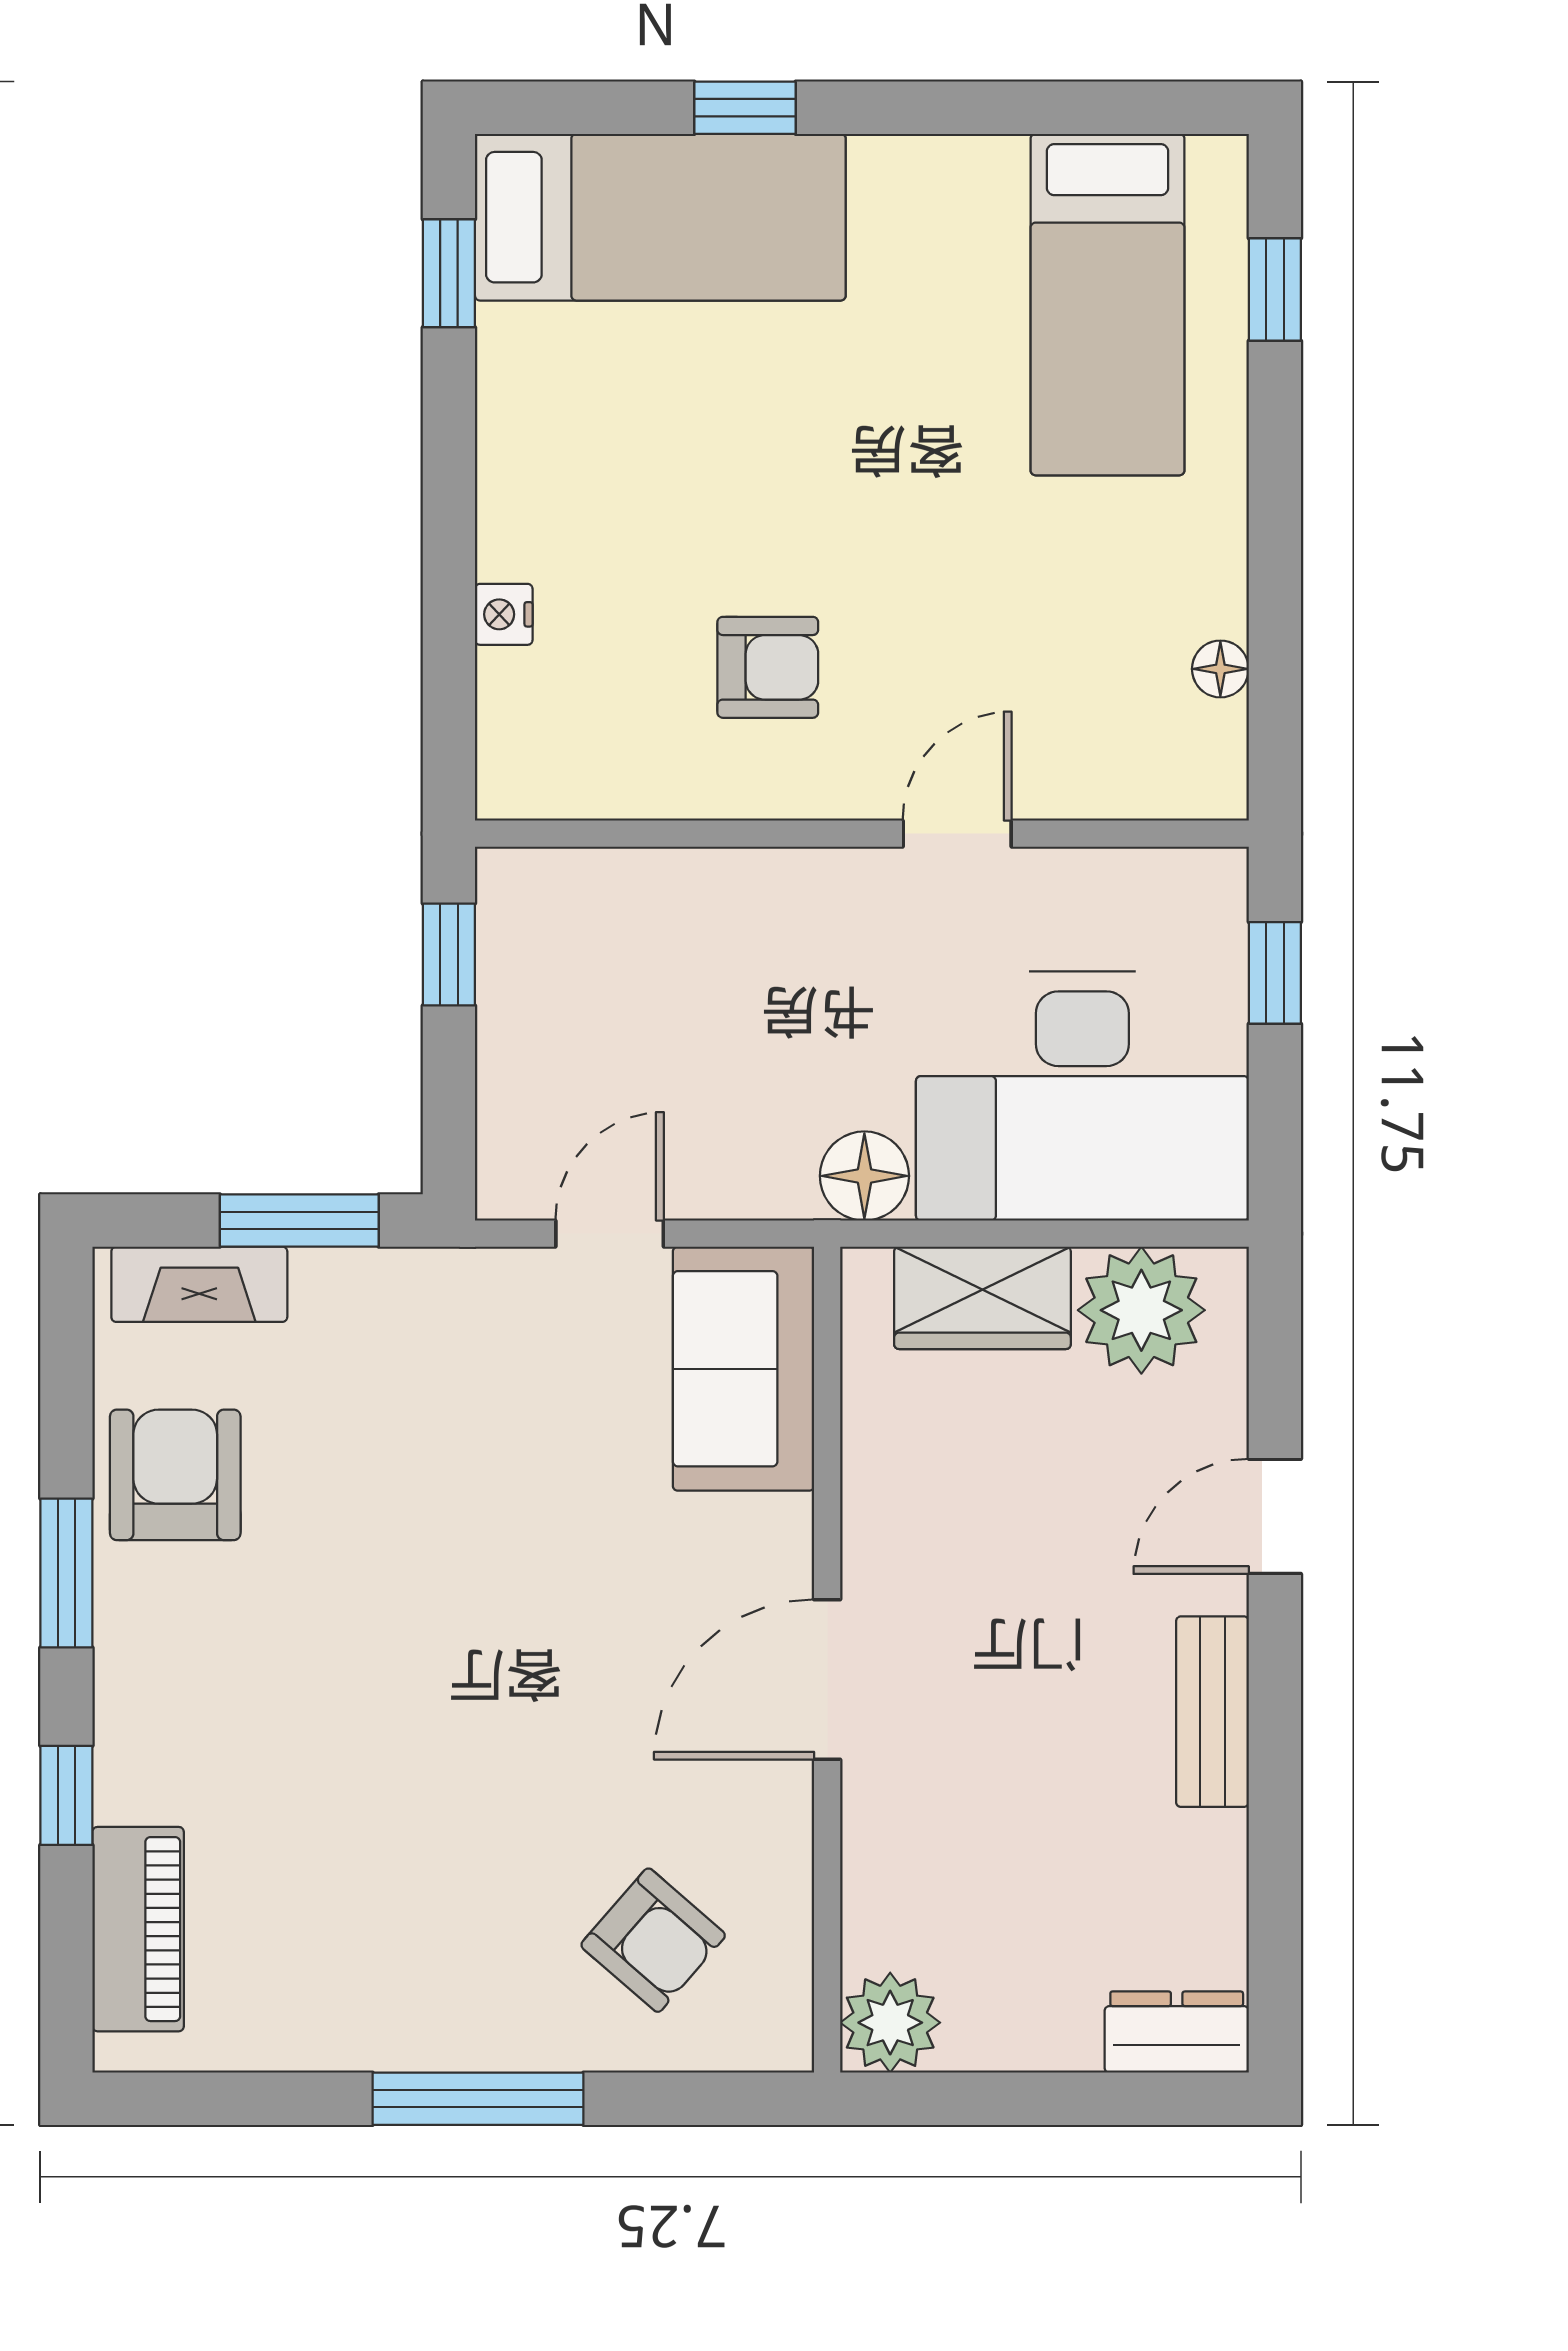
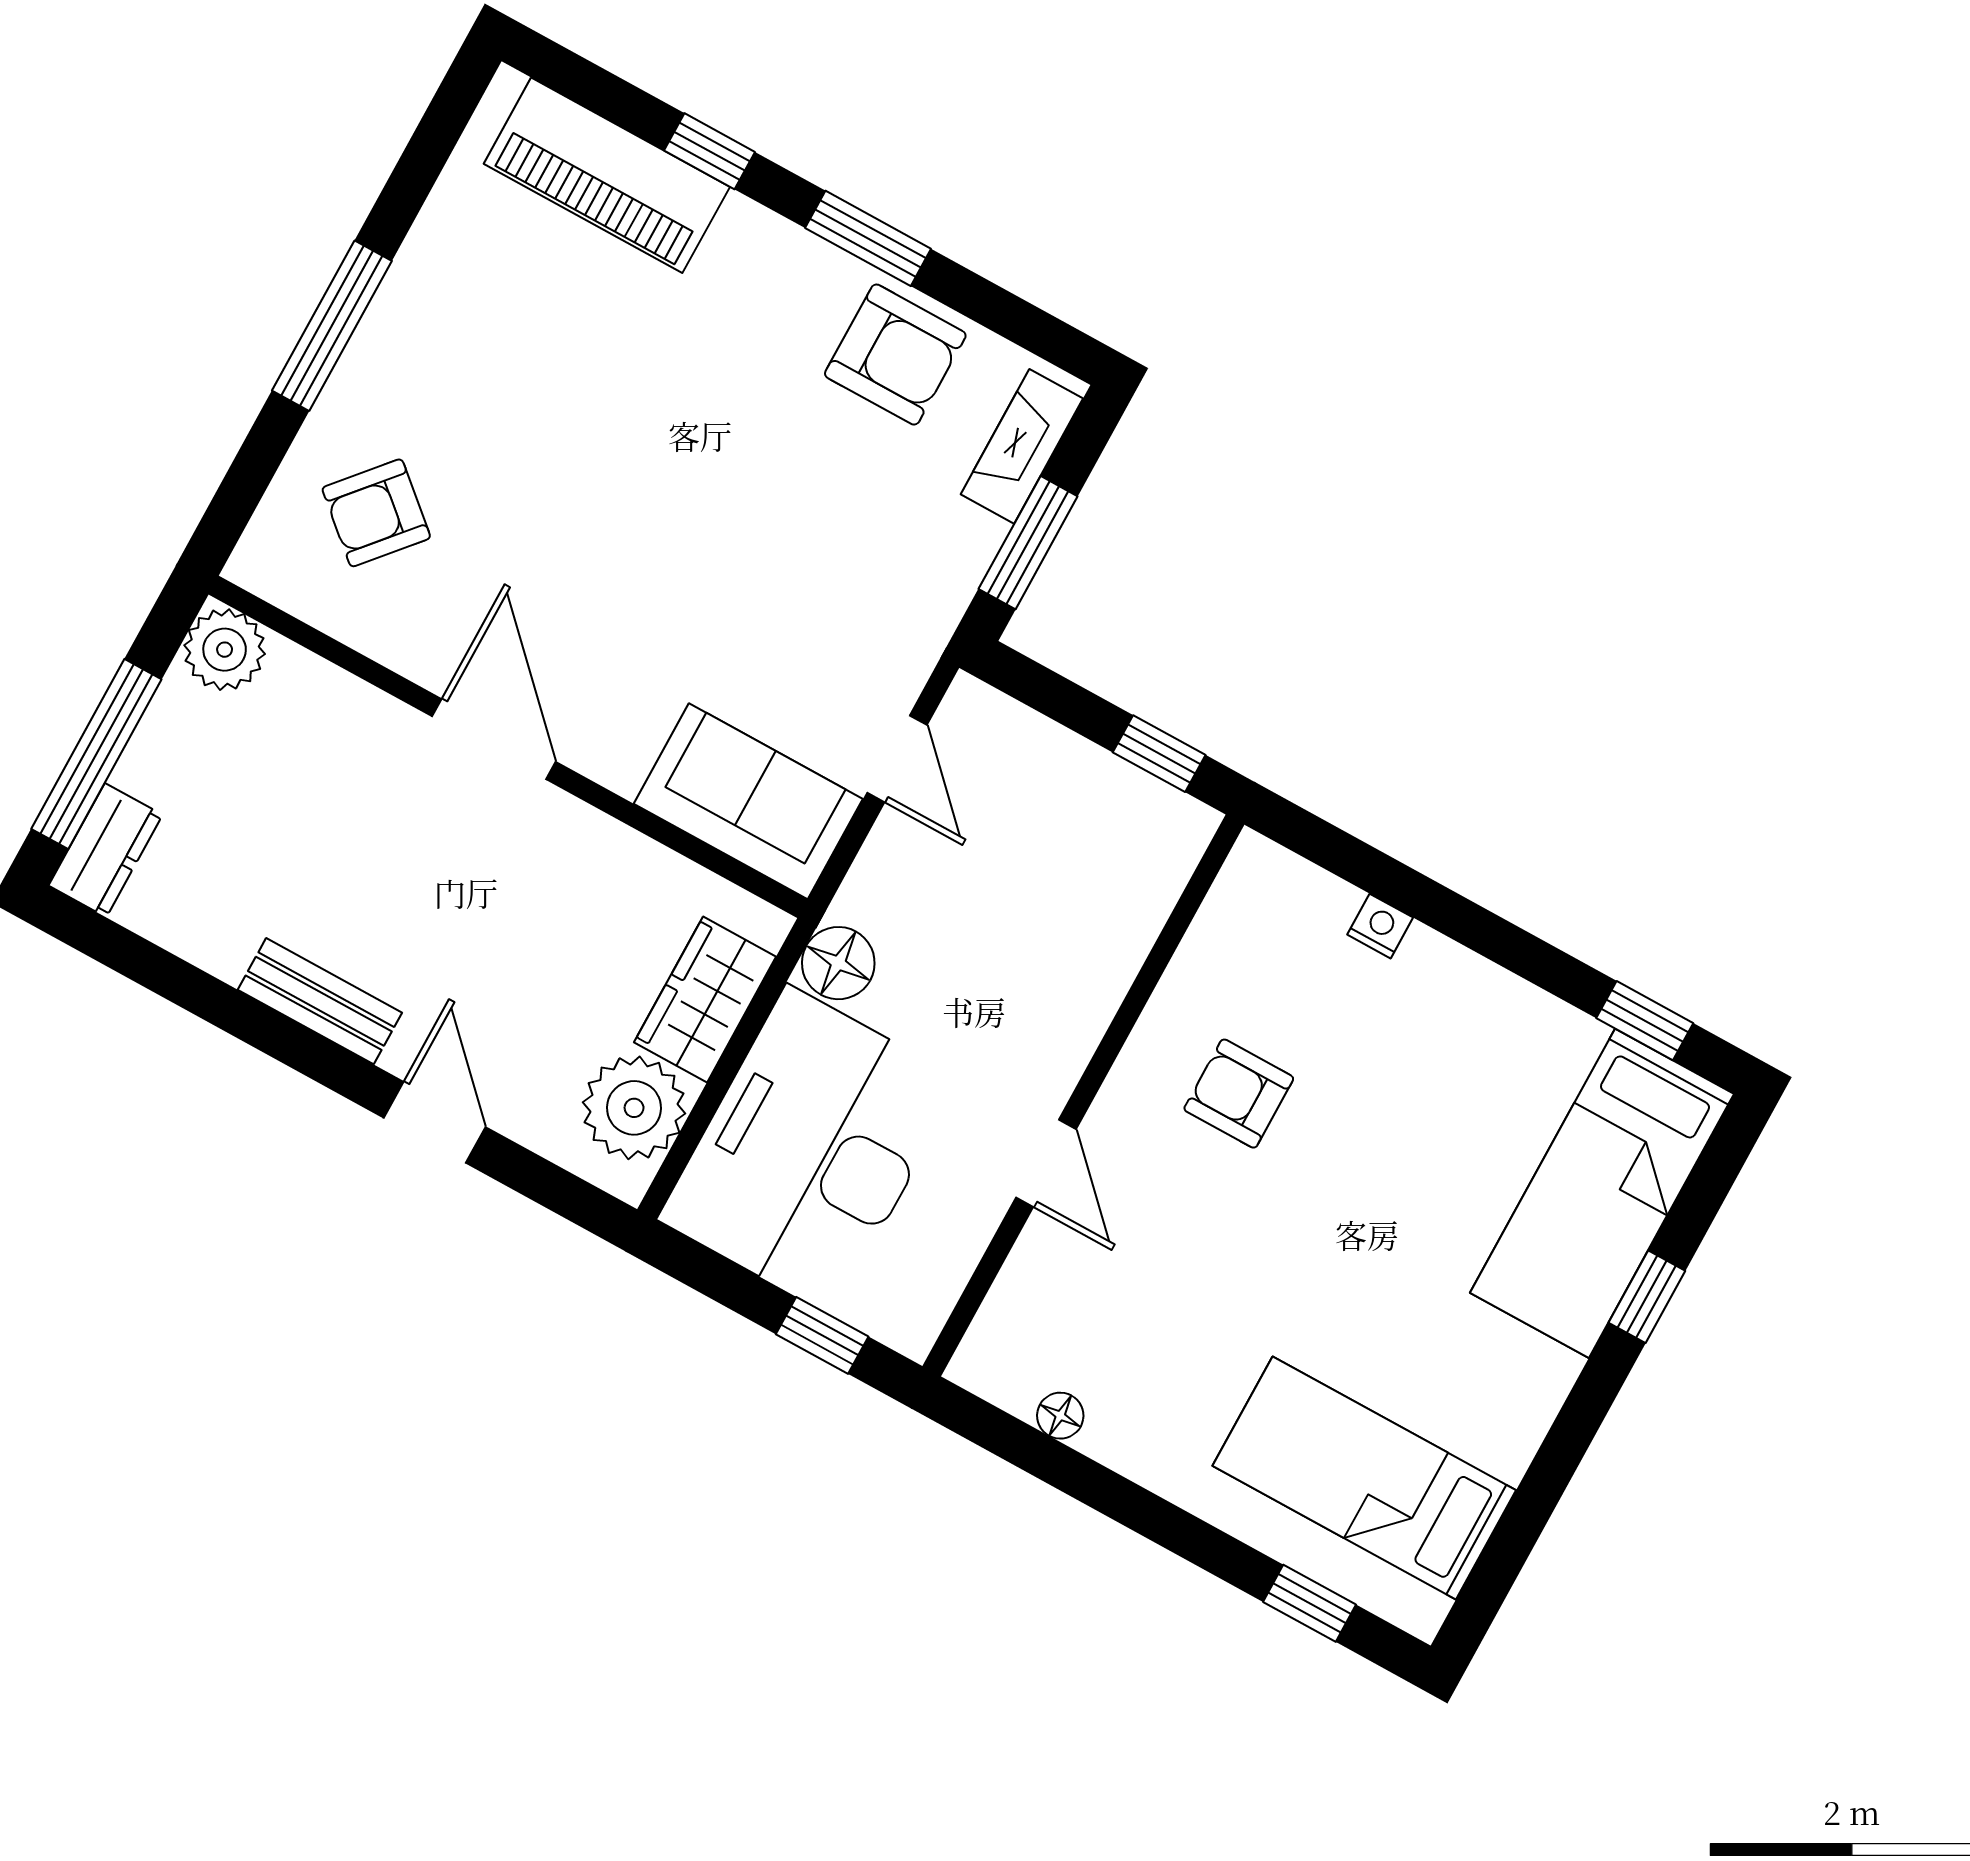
armchair: (768, 667) -> (1239, 1094), turned 90
piano: (138, 1929) -> (607, 175), width x1.37, depth x1.33
window: (1079, 2099) -> (96, 754), added

